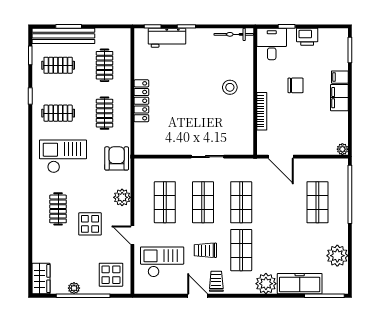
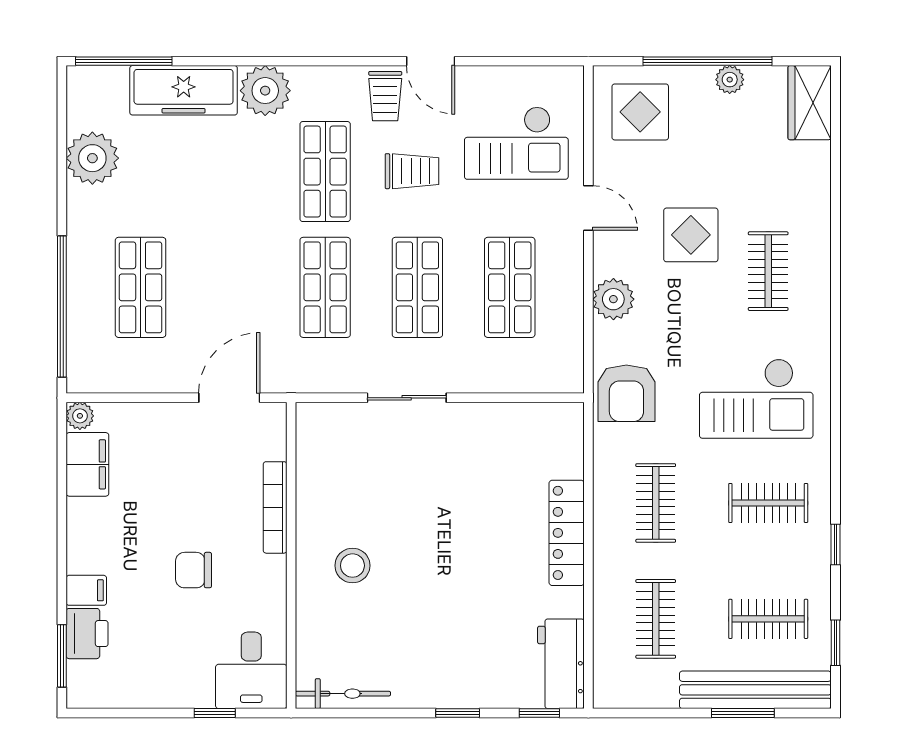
printer: (307, 37) -> (87, 634), moved, turned 90
workbench: (167, 38) -> (561, 664), moved, turned -90
filing cabinet: (339, 98) -> (87, 464), moved
door: (281, 157) -> (229, 398), hinge flipped

